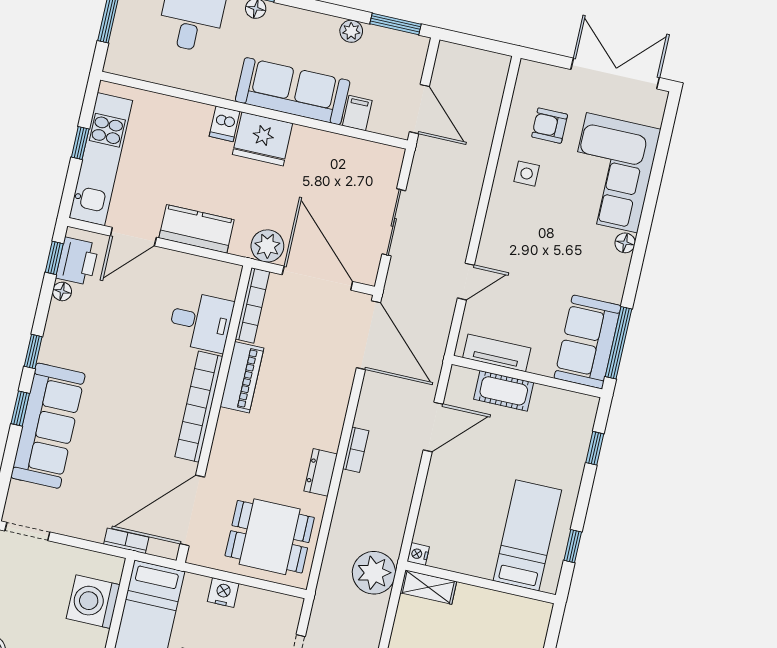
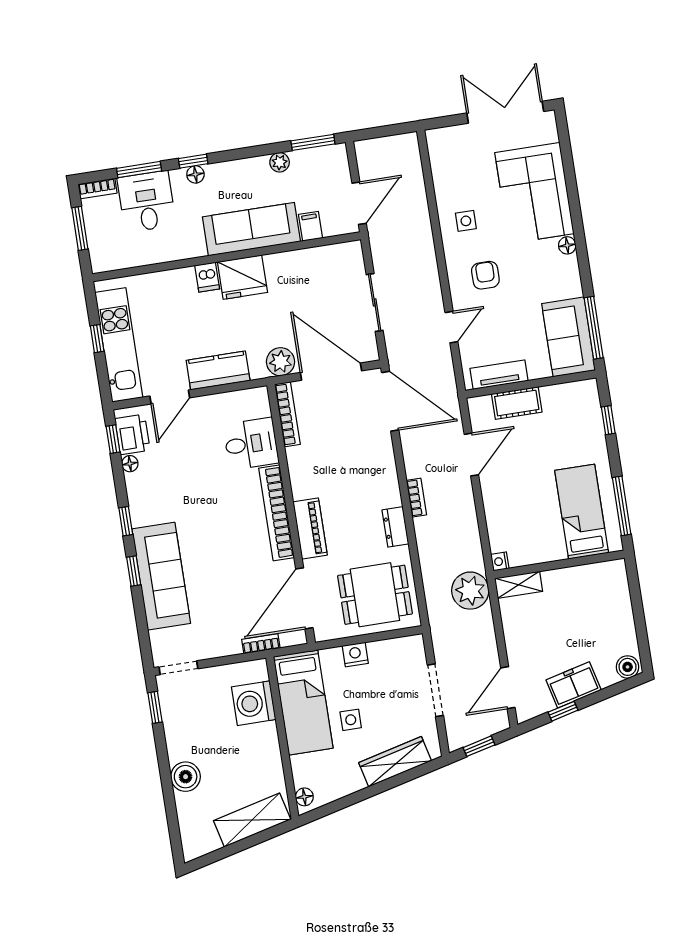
door: (419, 109) -> (359, 203), hinge flipped
armchair: (550, 126) -> (485, 275), moved, turned 90
piano: (242, 377) -> (310, 529), moved
window: (573, 546) -> (622, 506), width x2.17

